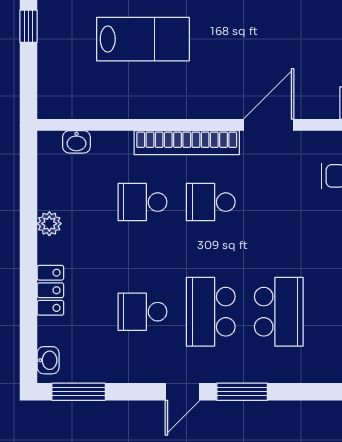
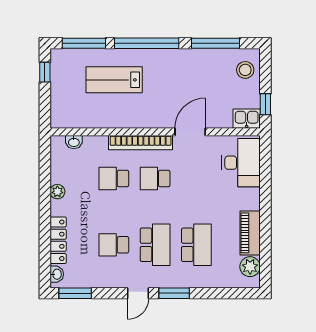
lab bench: (143, 39) -> (114, 80), turned 180
locker: (50, 290) -> (58, 240), width x1.53
school desk: (211, 312) -> (155, 245), turned 180

